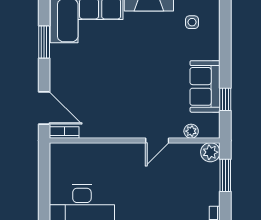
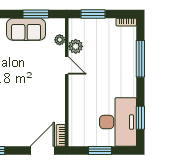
window: (225, 99) -> (36, 14), width x1.50
plant: (210, 152) -> (76, 46), moved
window: (44, 185) -> (100, 151), added

